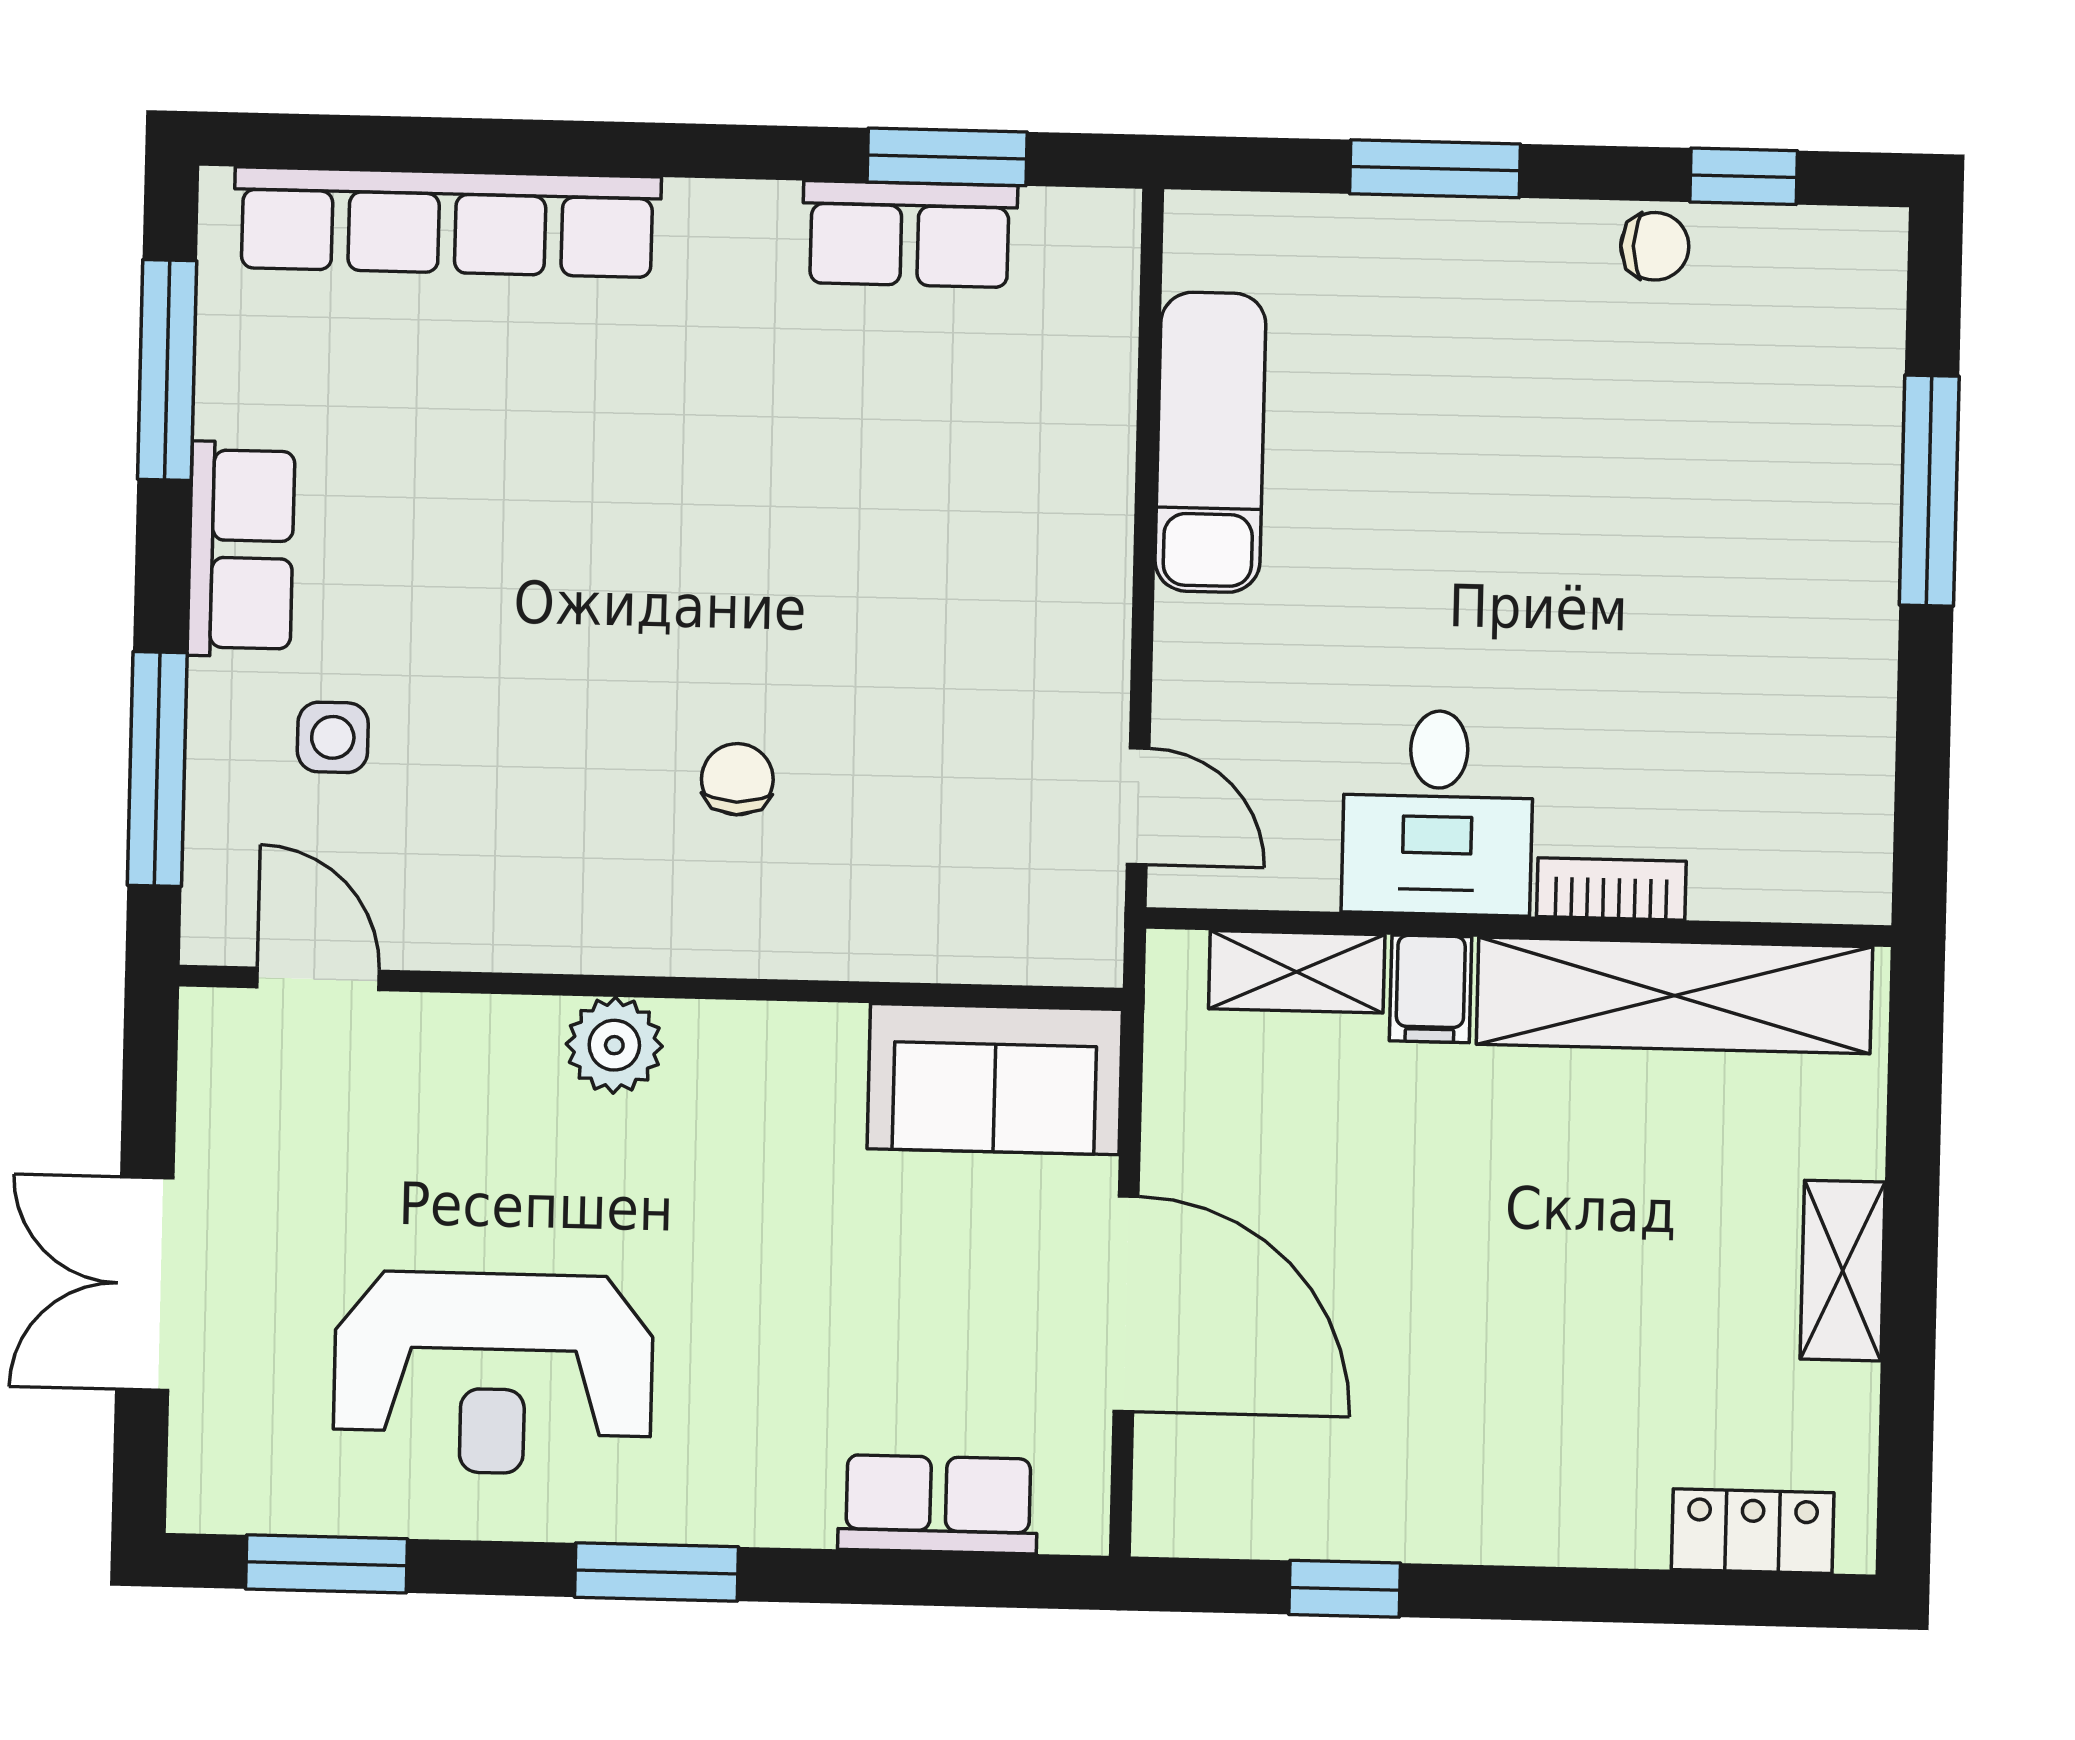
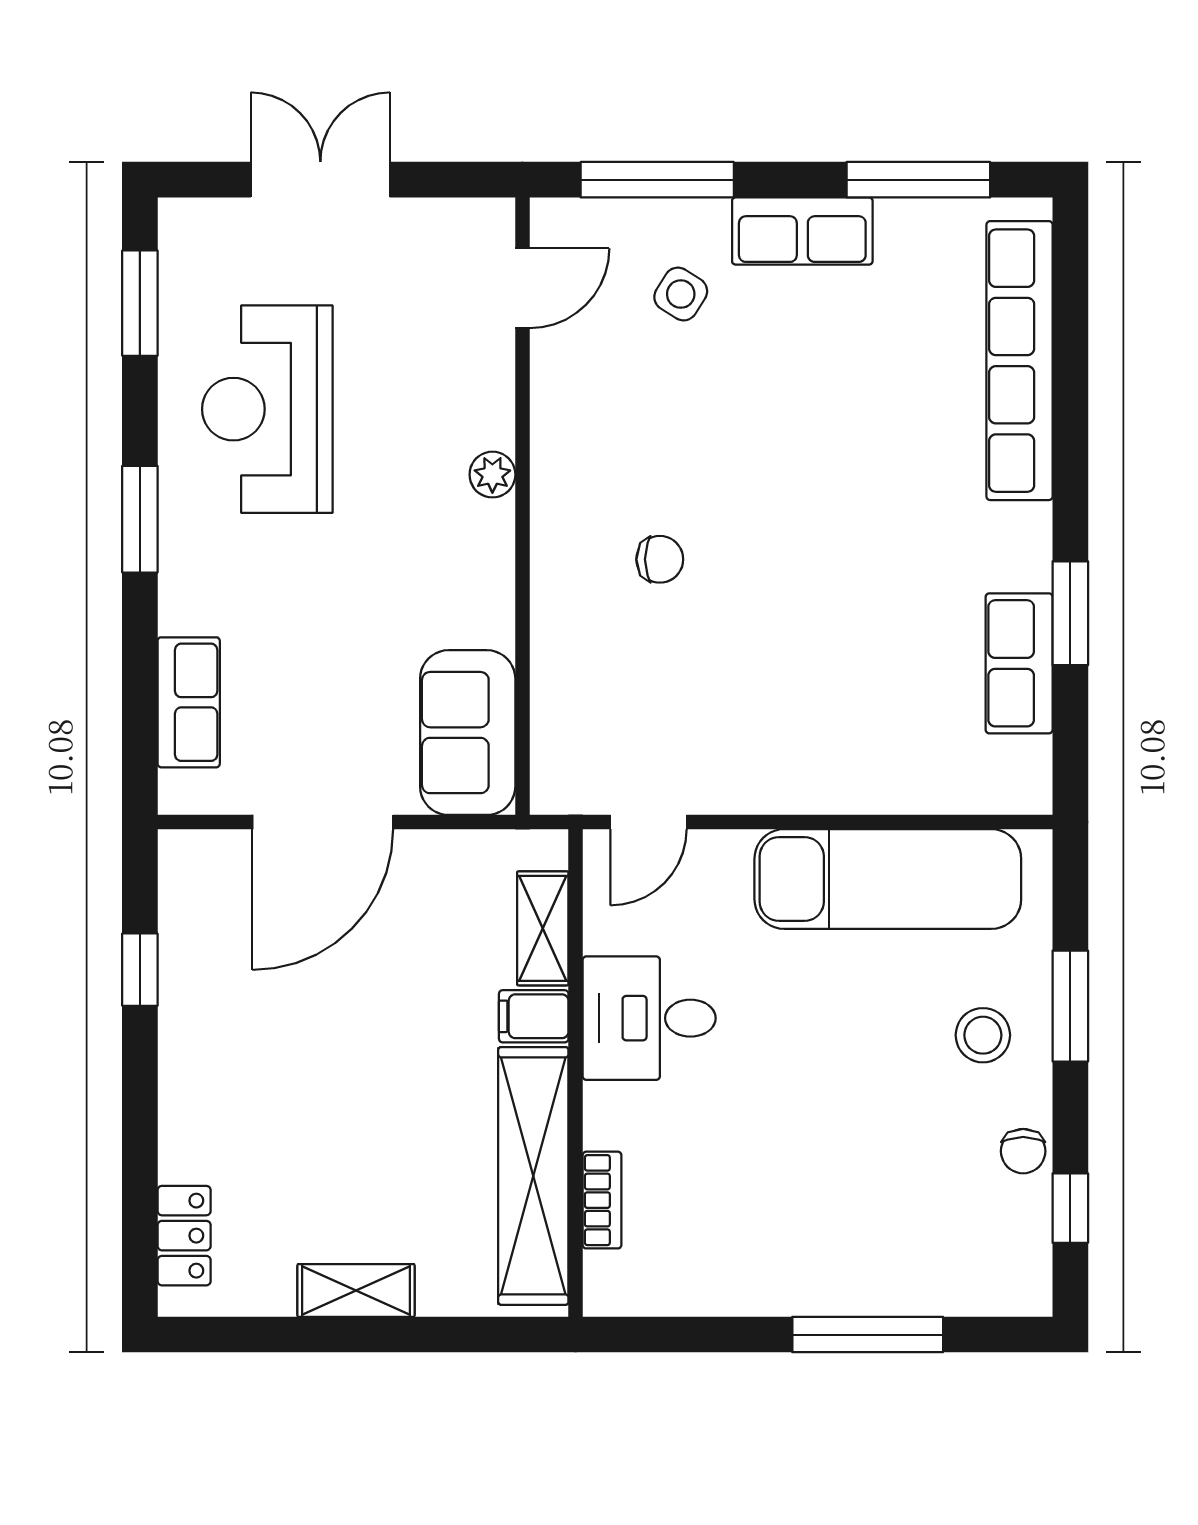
window: (947, 157) -> (1070, 613), moved
stool: (1476, 303) -> (983, 1035), added
exam couch: (1210, 442) -> (888, 879), width x1.36, depth x1.45
side table: (333, 737) -> (681, 294), turned 32
bookcase: (1611, 889) -> (602, 1200), moved
plant: (614, 1045) -> (492, 475), width x0.73, depth x0.73

